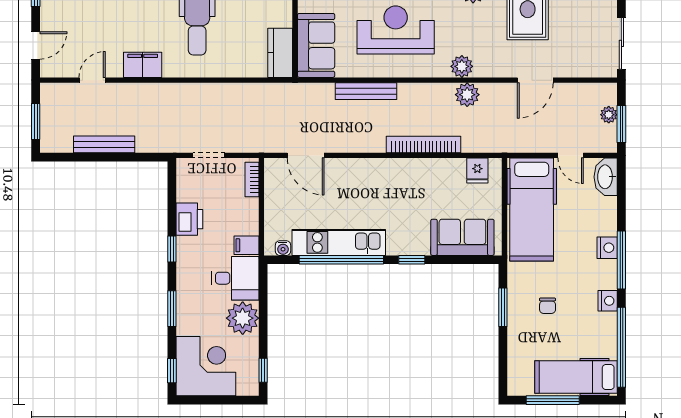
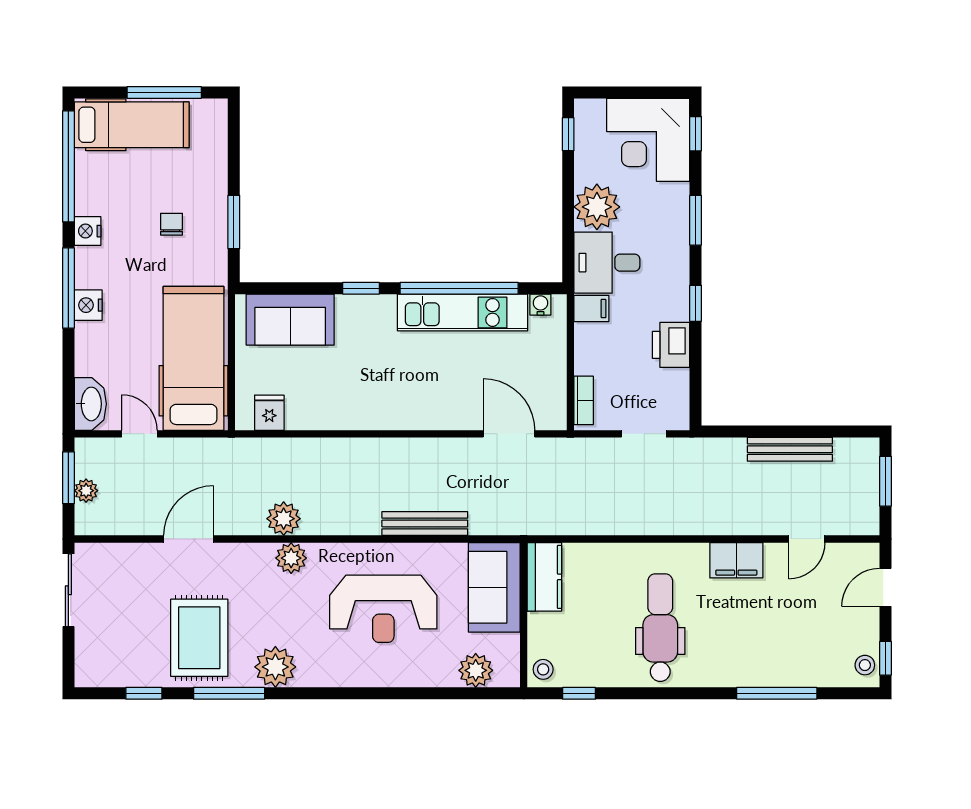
bookcase: (424, 145) -> (344, 449), removed

